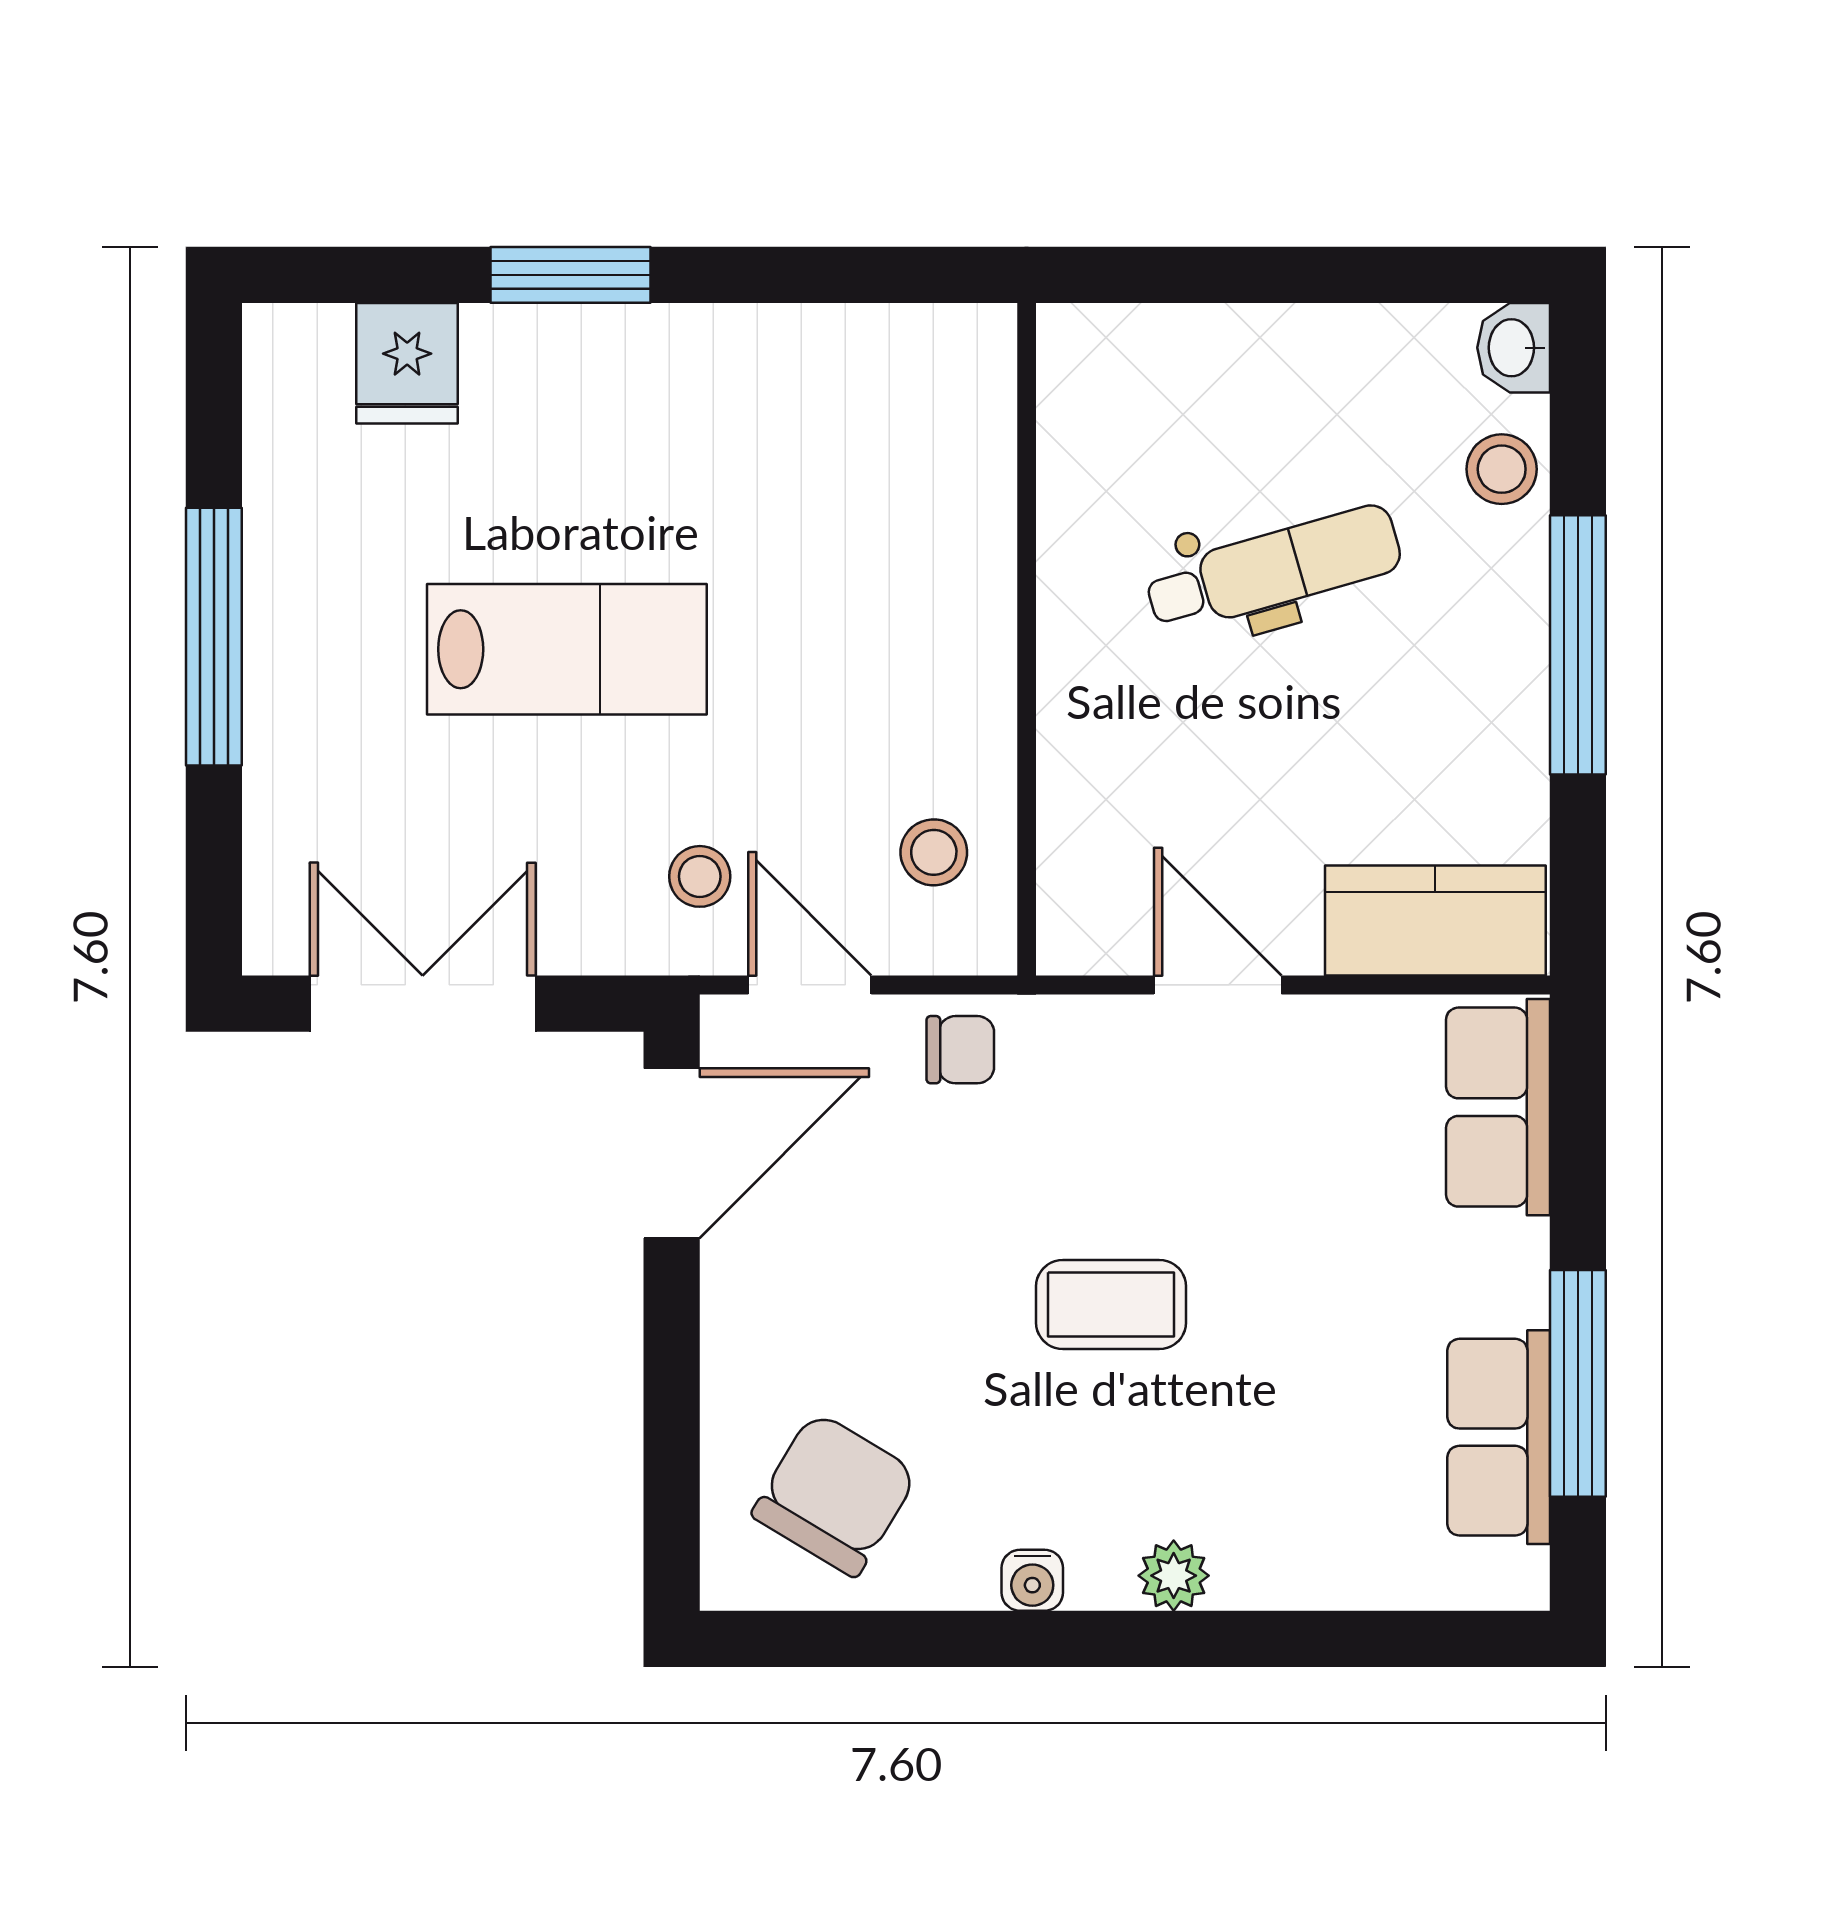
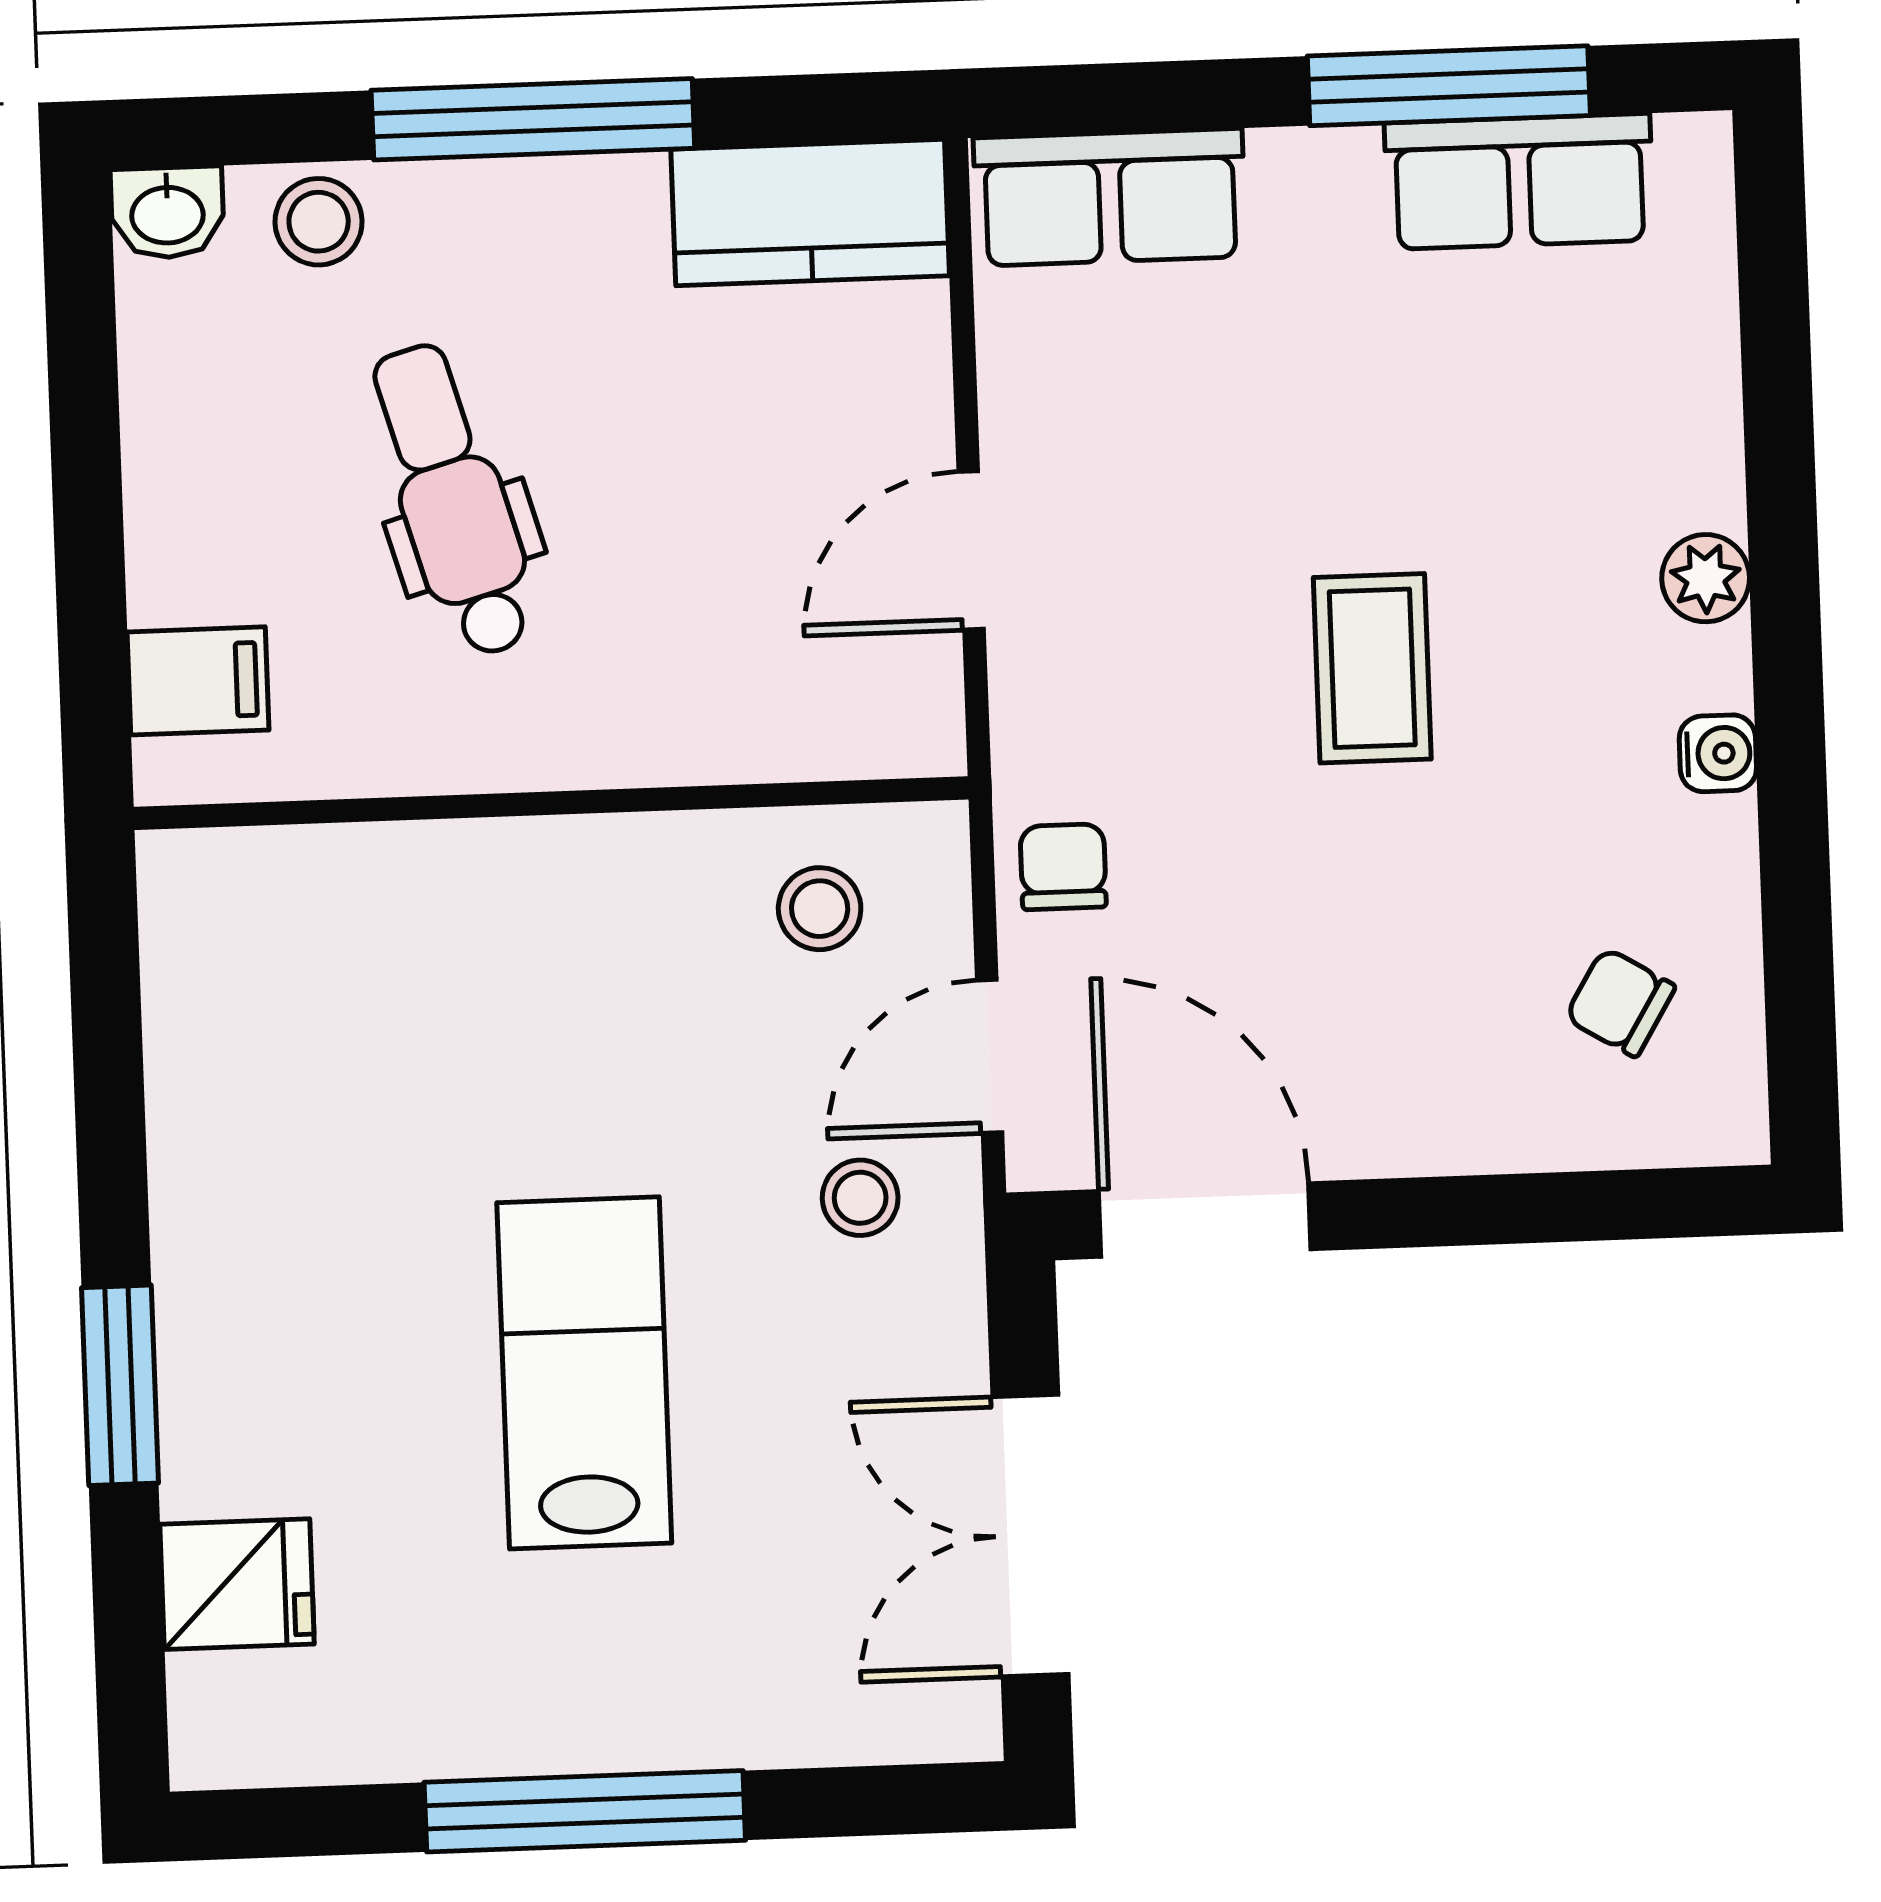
filing cabinet: (1135, 359) -> (198, 681), added
kitchen counter: (1435, 920) -> (810, 212), moved, turned -90
chair: (835, 1494) -> (1620, 1002), width x0.54, depth x0.54

